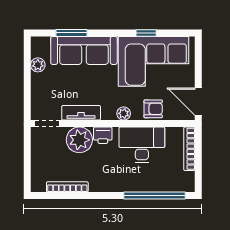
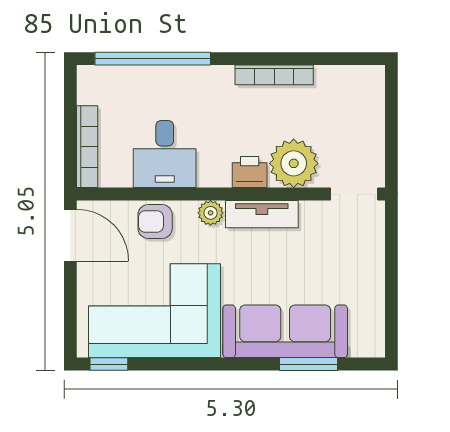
window: (146, 33) -> (109, 364), moved
plant: (38, 65) -> (372, 304), removed
tv unit: (81, 113) -> (262, 214), moved
desk: (142, 145) -> (165, 154), width x0.73
bookcase: (67, 187) -> (274, 75), moved

